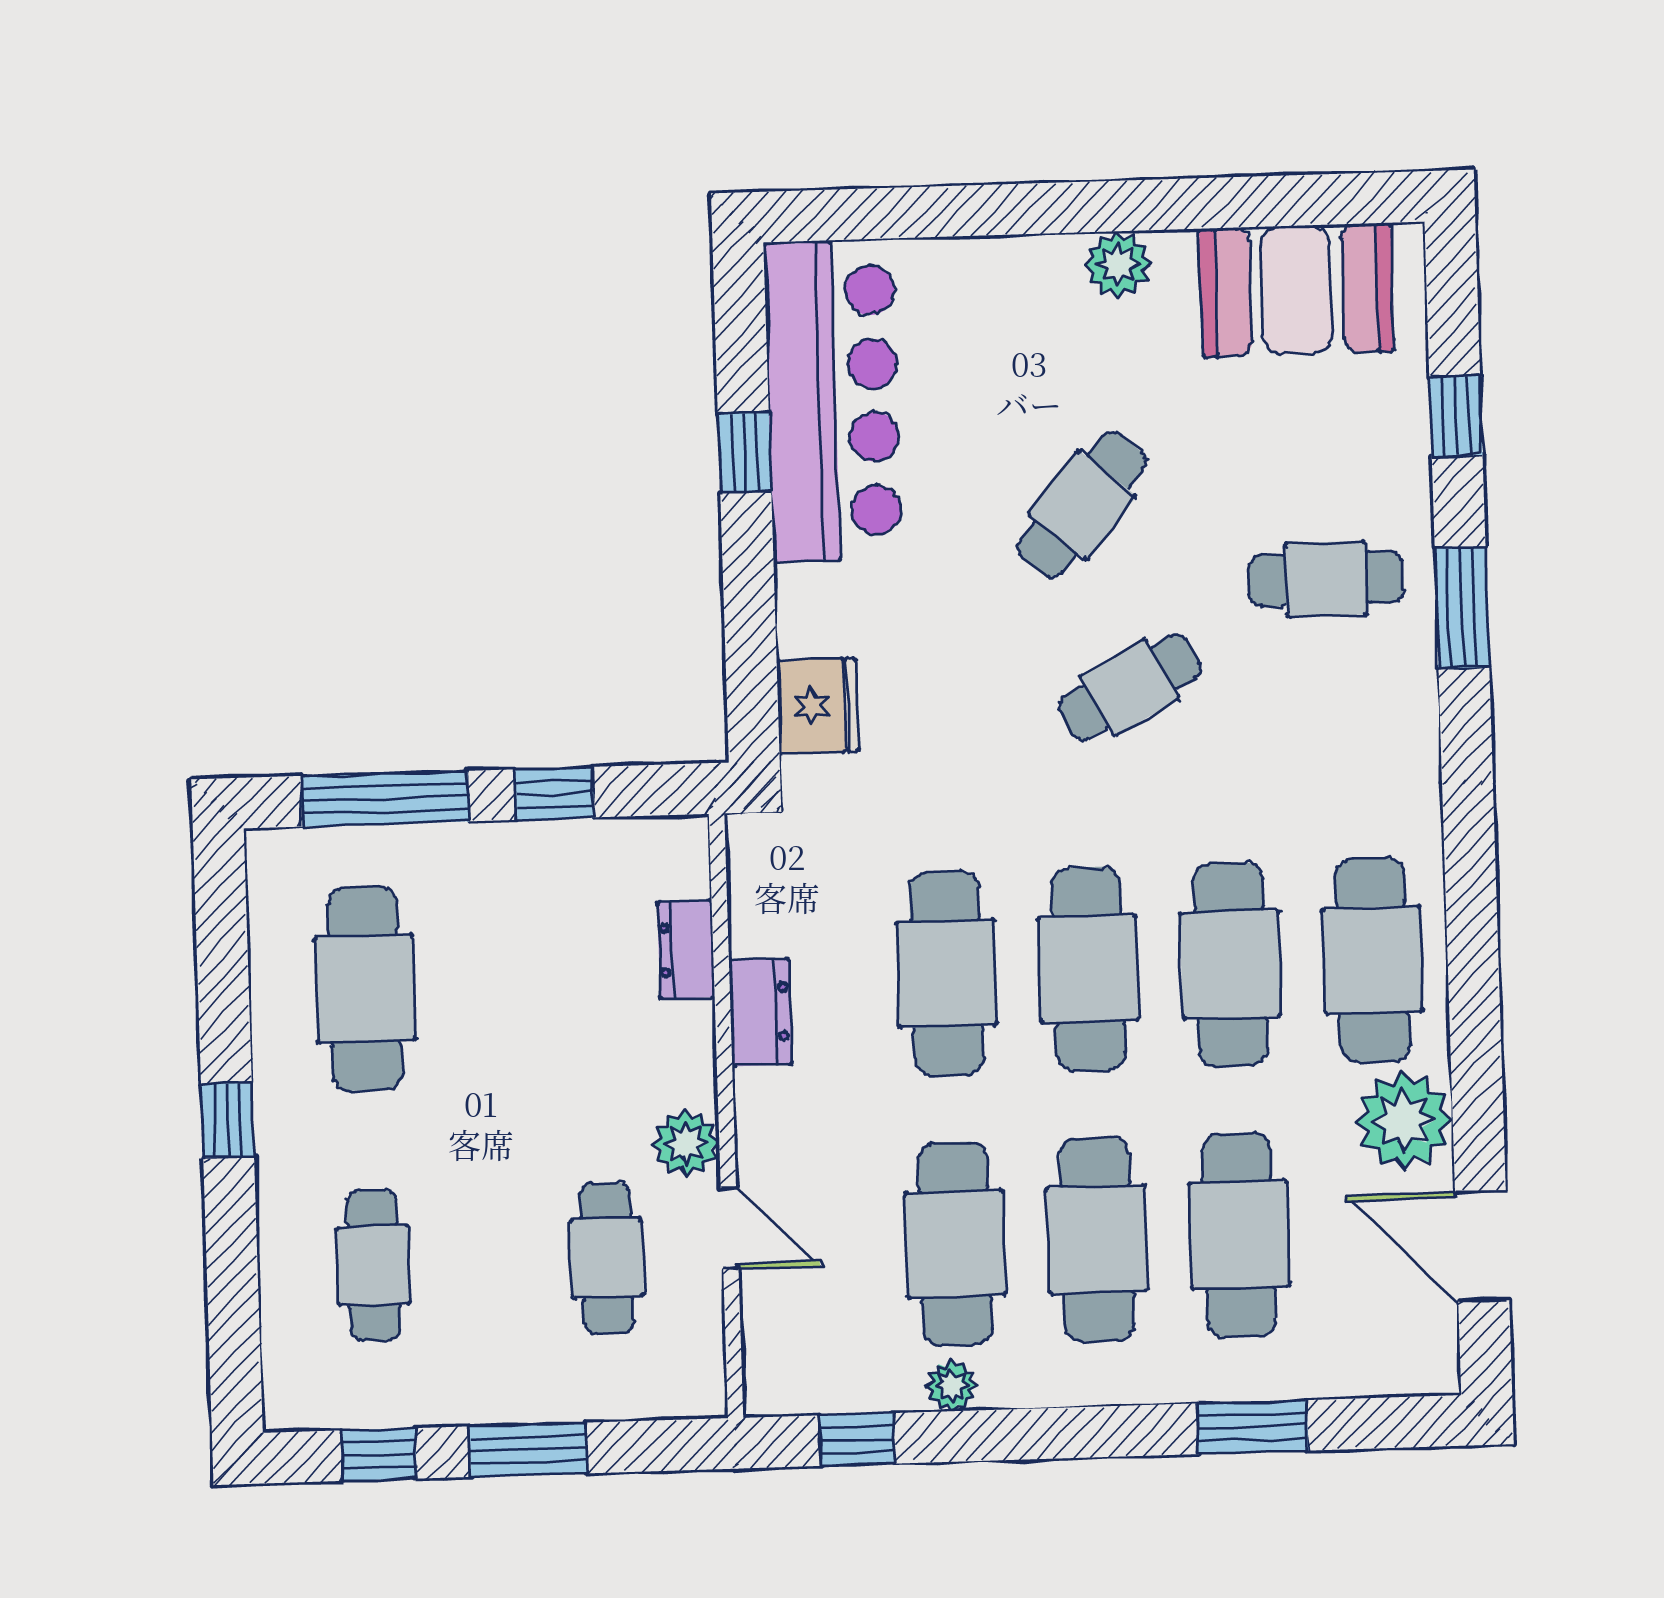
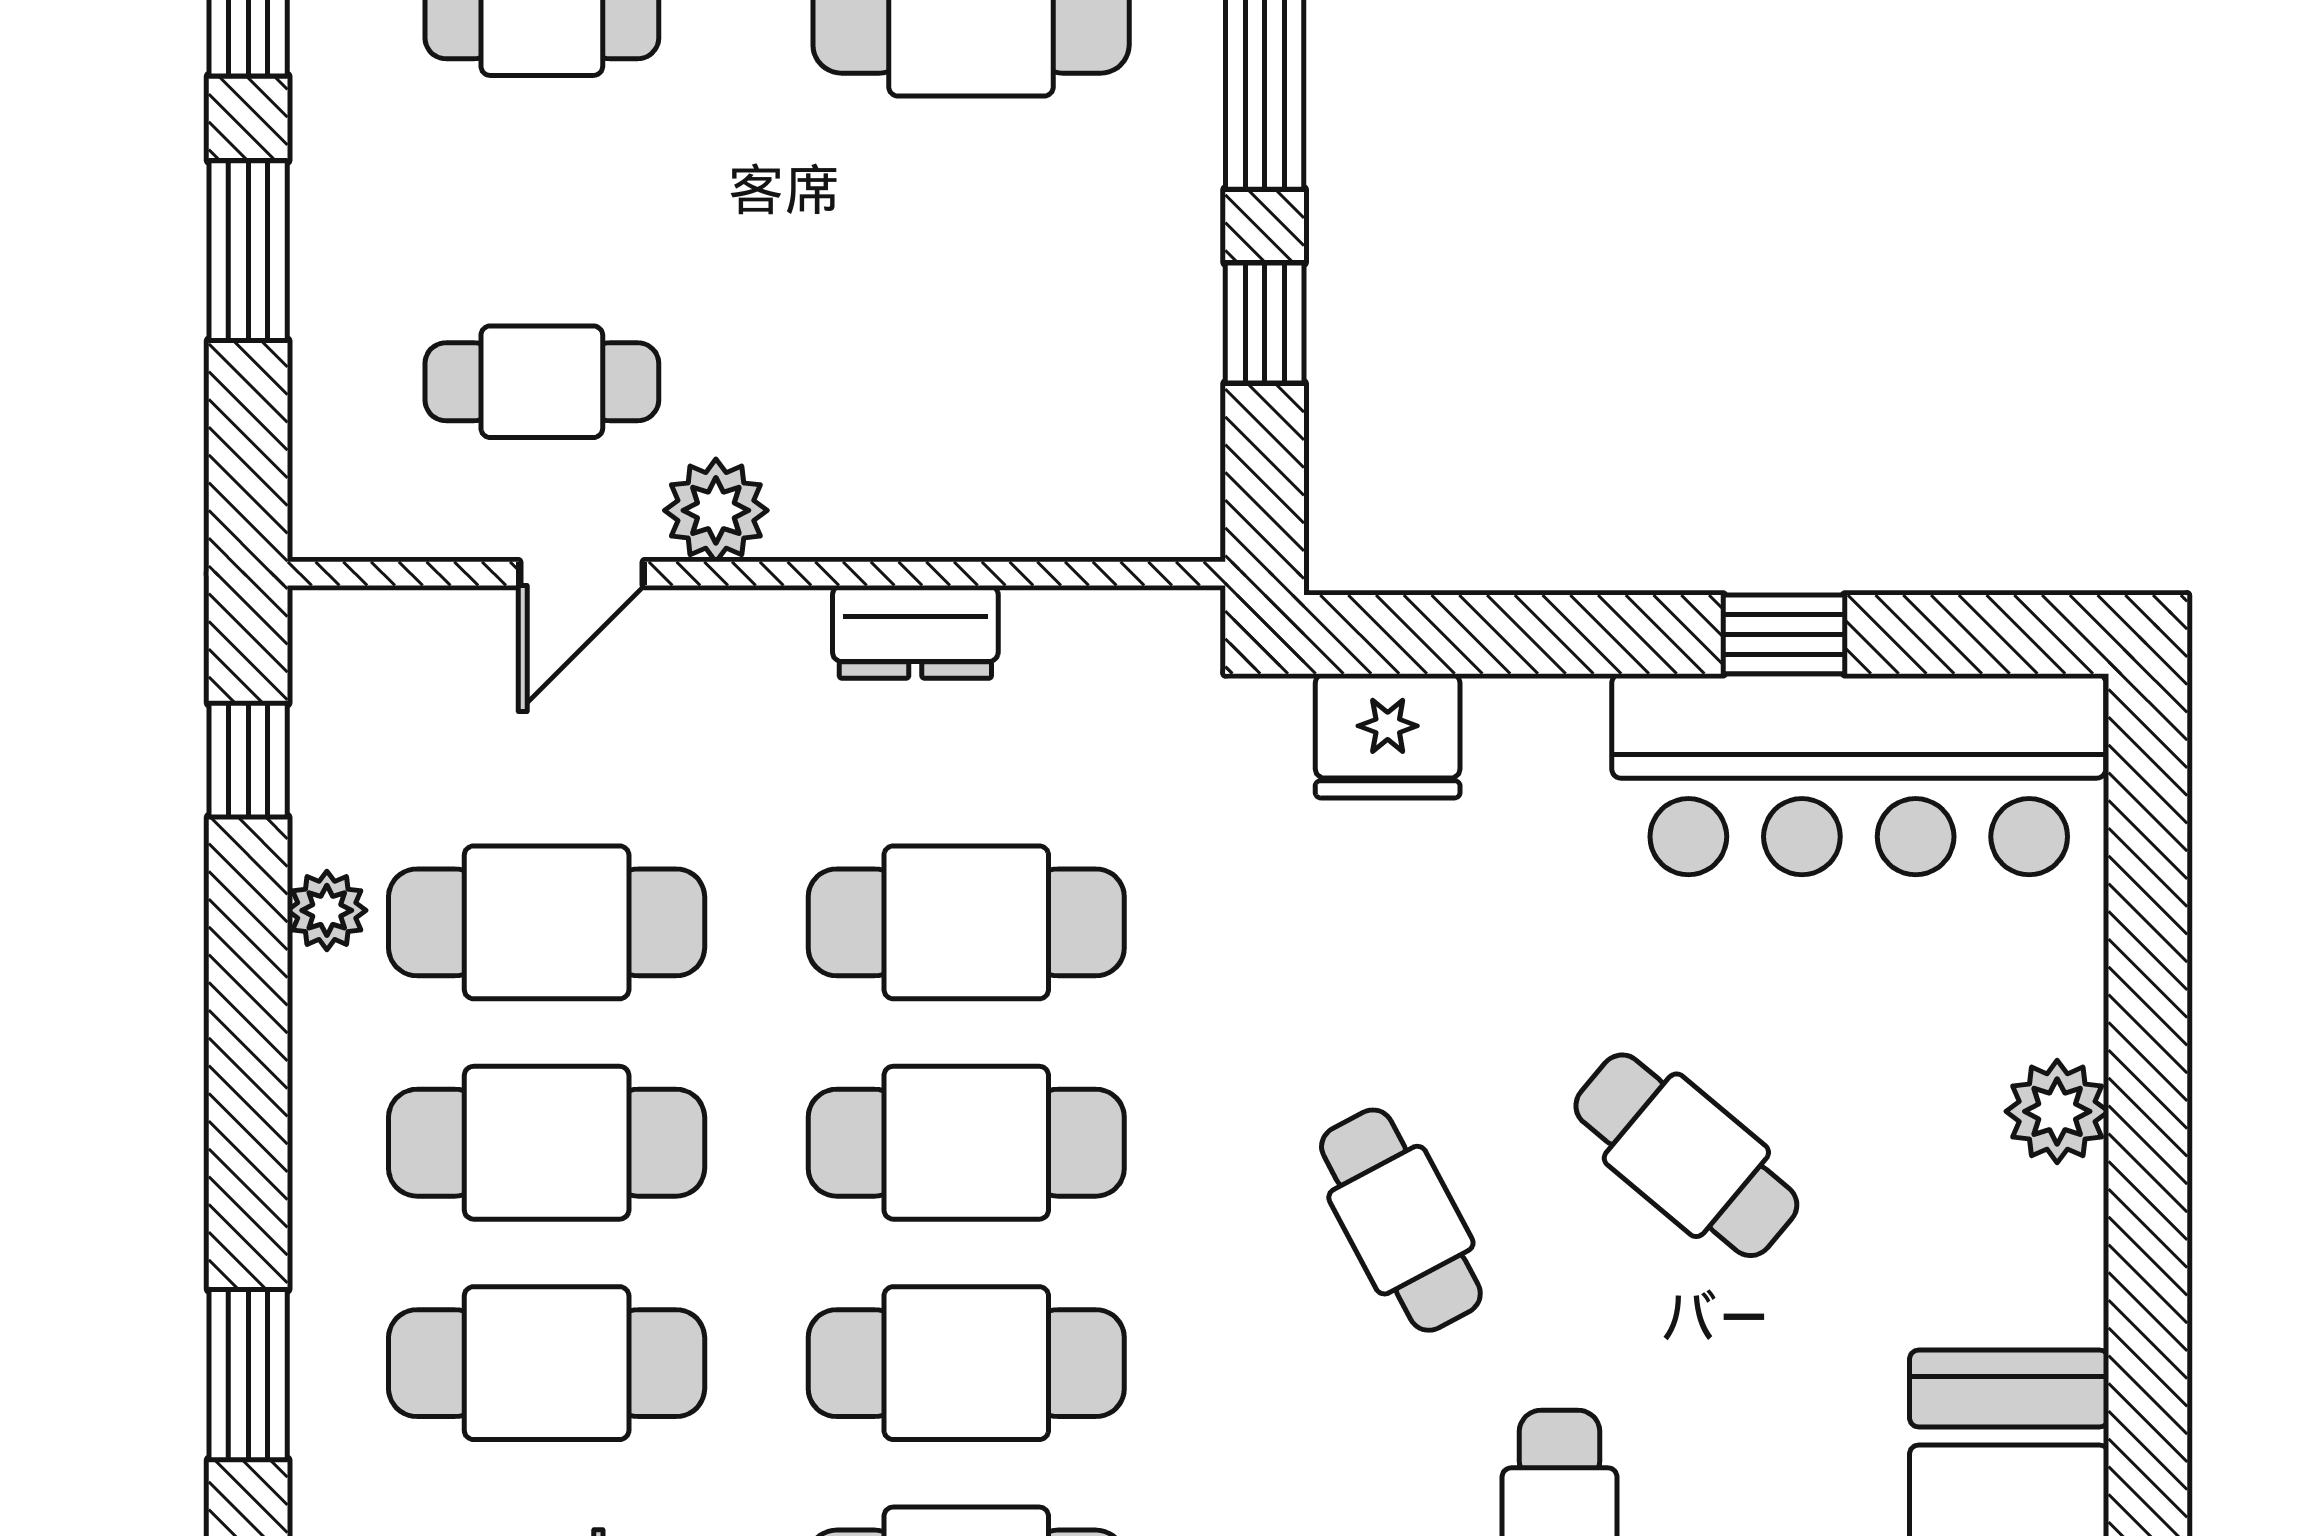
plant: (1118, 264) -> (2057, 1111), moved
dresser: (686, 949) -> (1016, 519), removed

